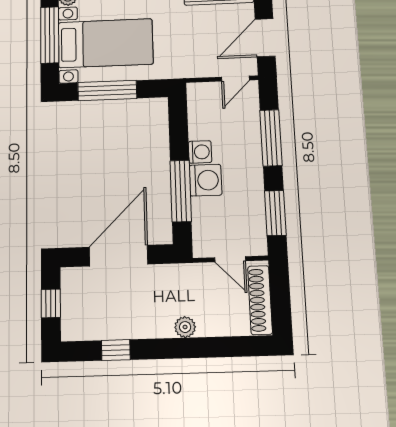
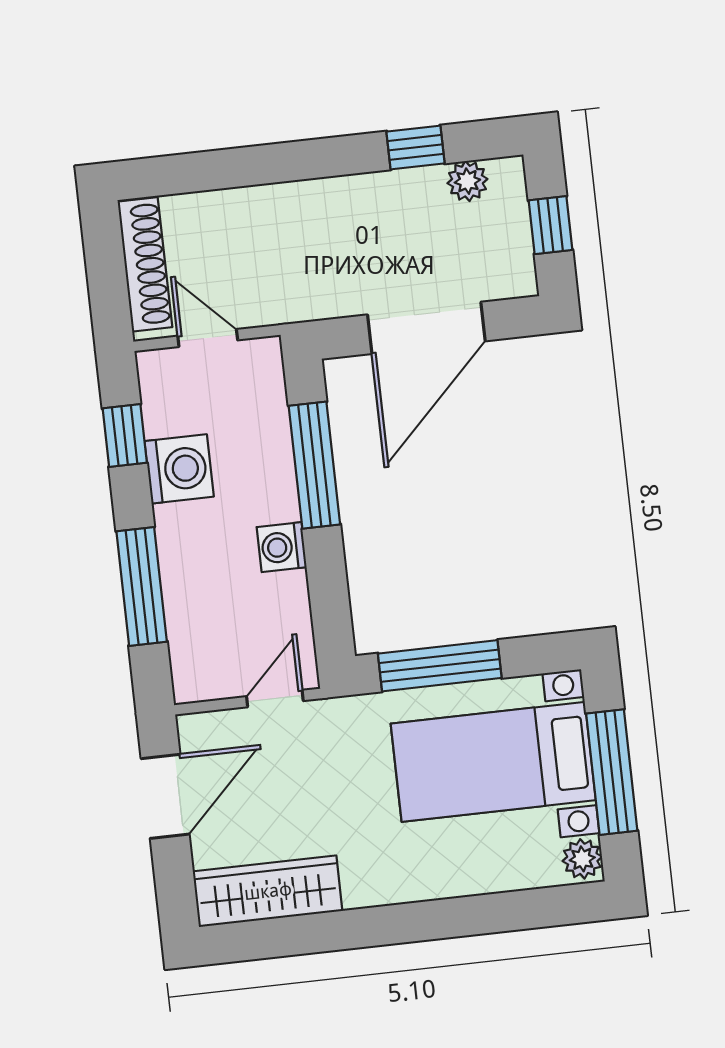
door: (235, 79) -> (275, 699), moved
window: (107, 90) -> (440, 666), moved
washing machine: (206, 180) -> (179, 469), moved, turned 180
window: (275, 213) -> (125, 436), width x0.67
plant: (185, 327) -> (467, 181), moved

